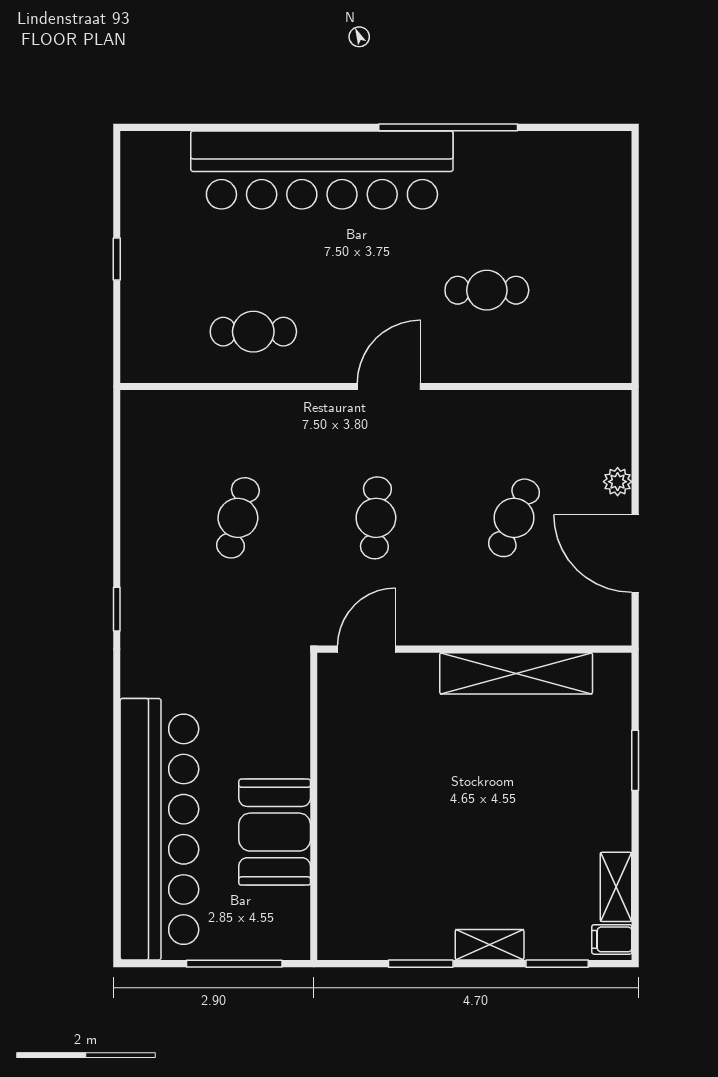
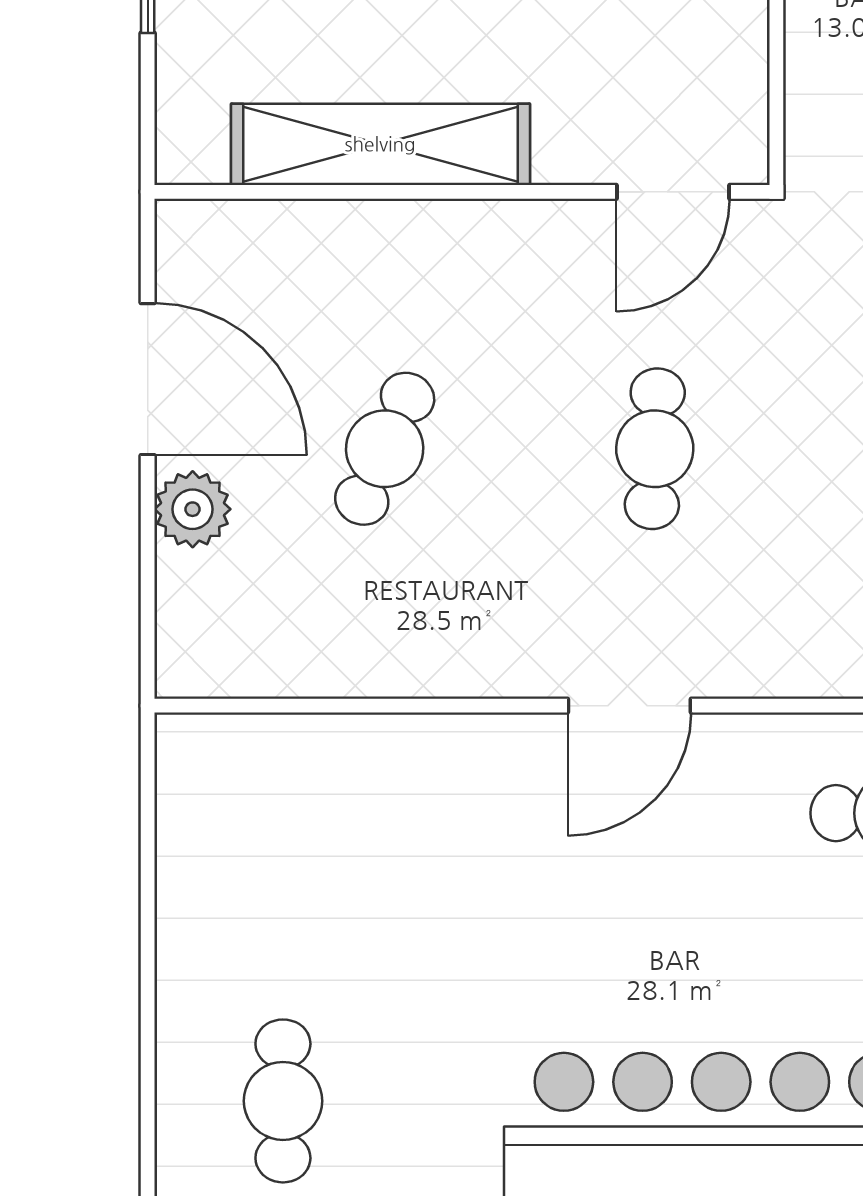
cafe table: (487, 290) -> (283, 1101), moved, turned 90
plant: (618, 482) -> (193, 509), width x1.38, depth x1.38

